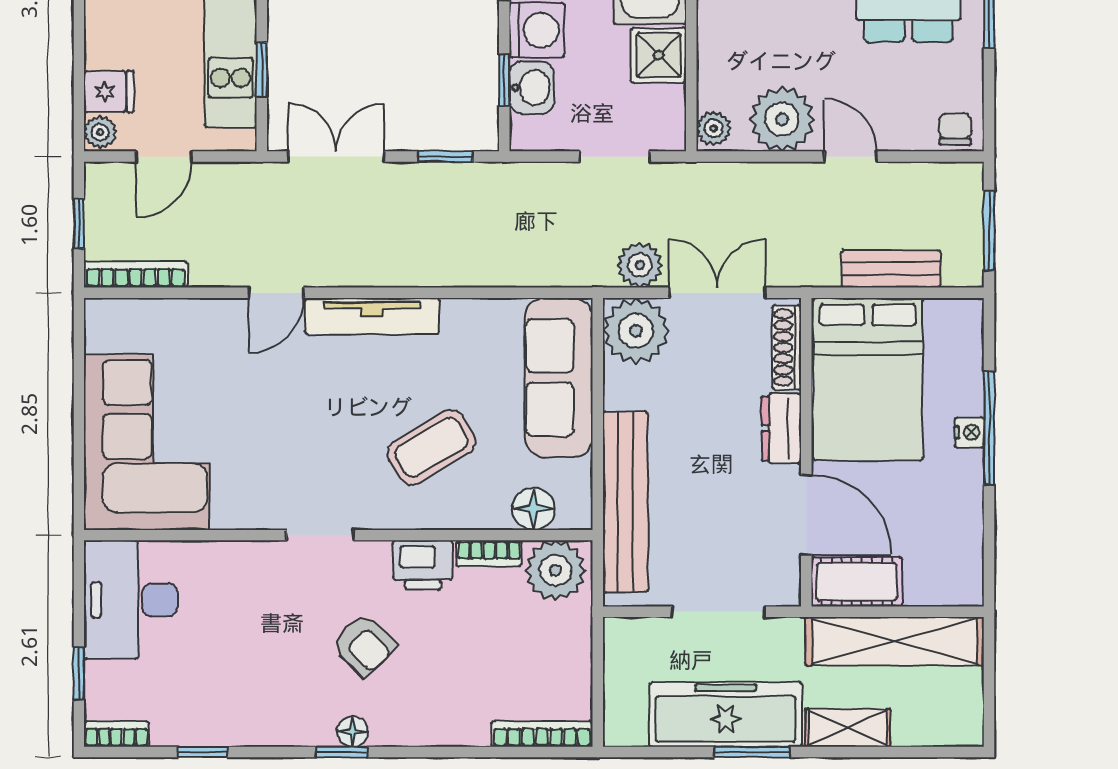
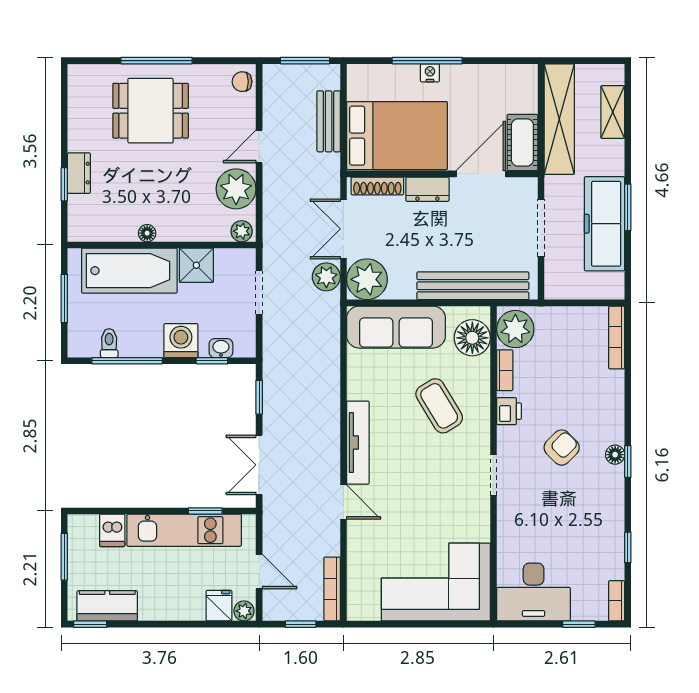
washbasin: (532, 88) -> (221, 348), width x0.72, depth x0.69
floor lamp: (533, 509) -> (472, 338), width x1.38, depth x1.38
printer: (423, 565) -> (509, 411), width x0.73, depth x0.81
shelving: (847, 728) -> (613, 112), moved

